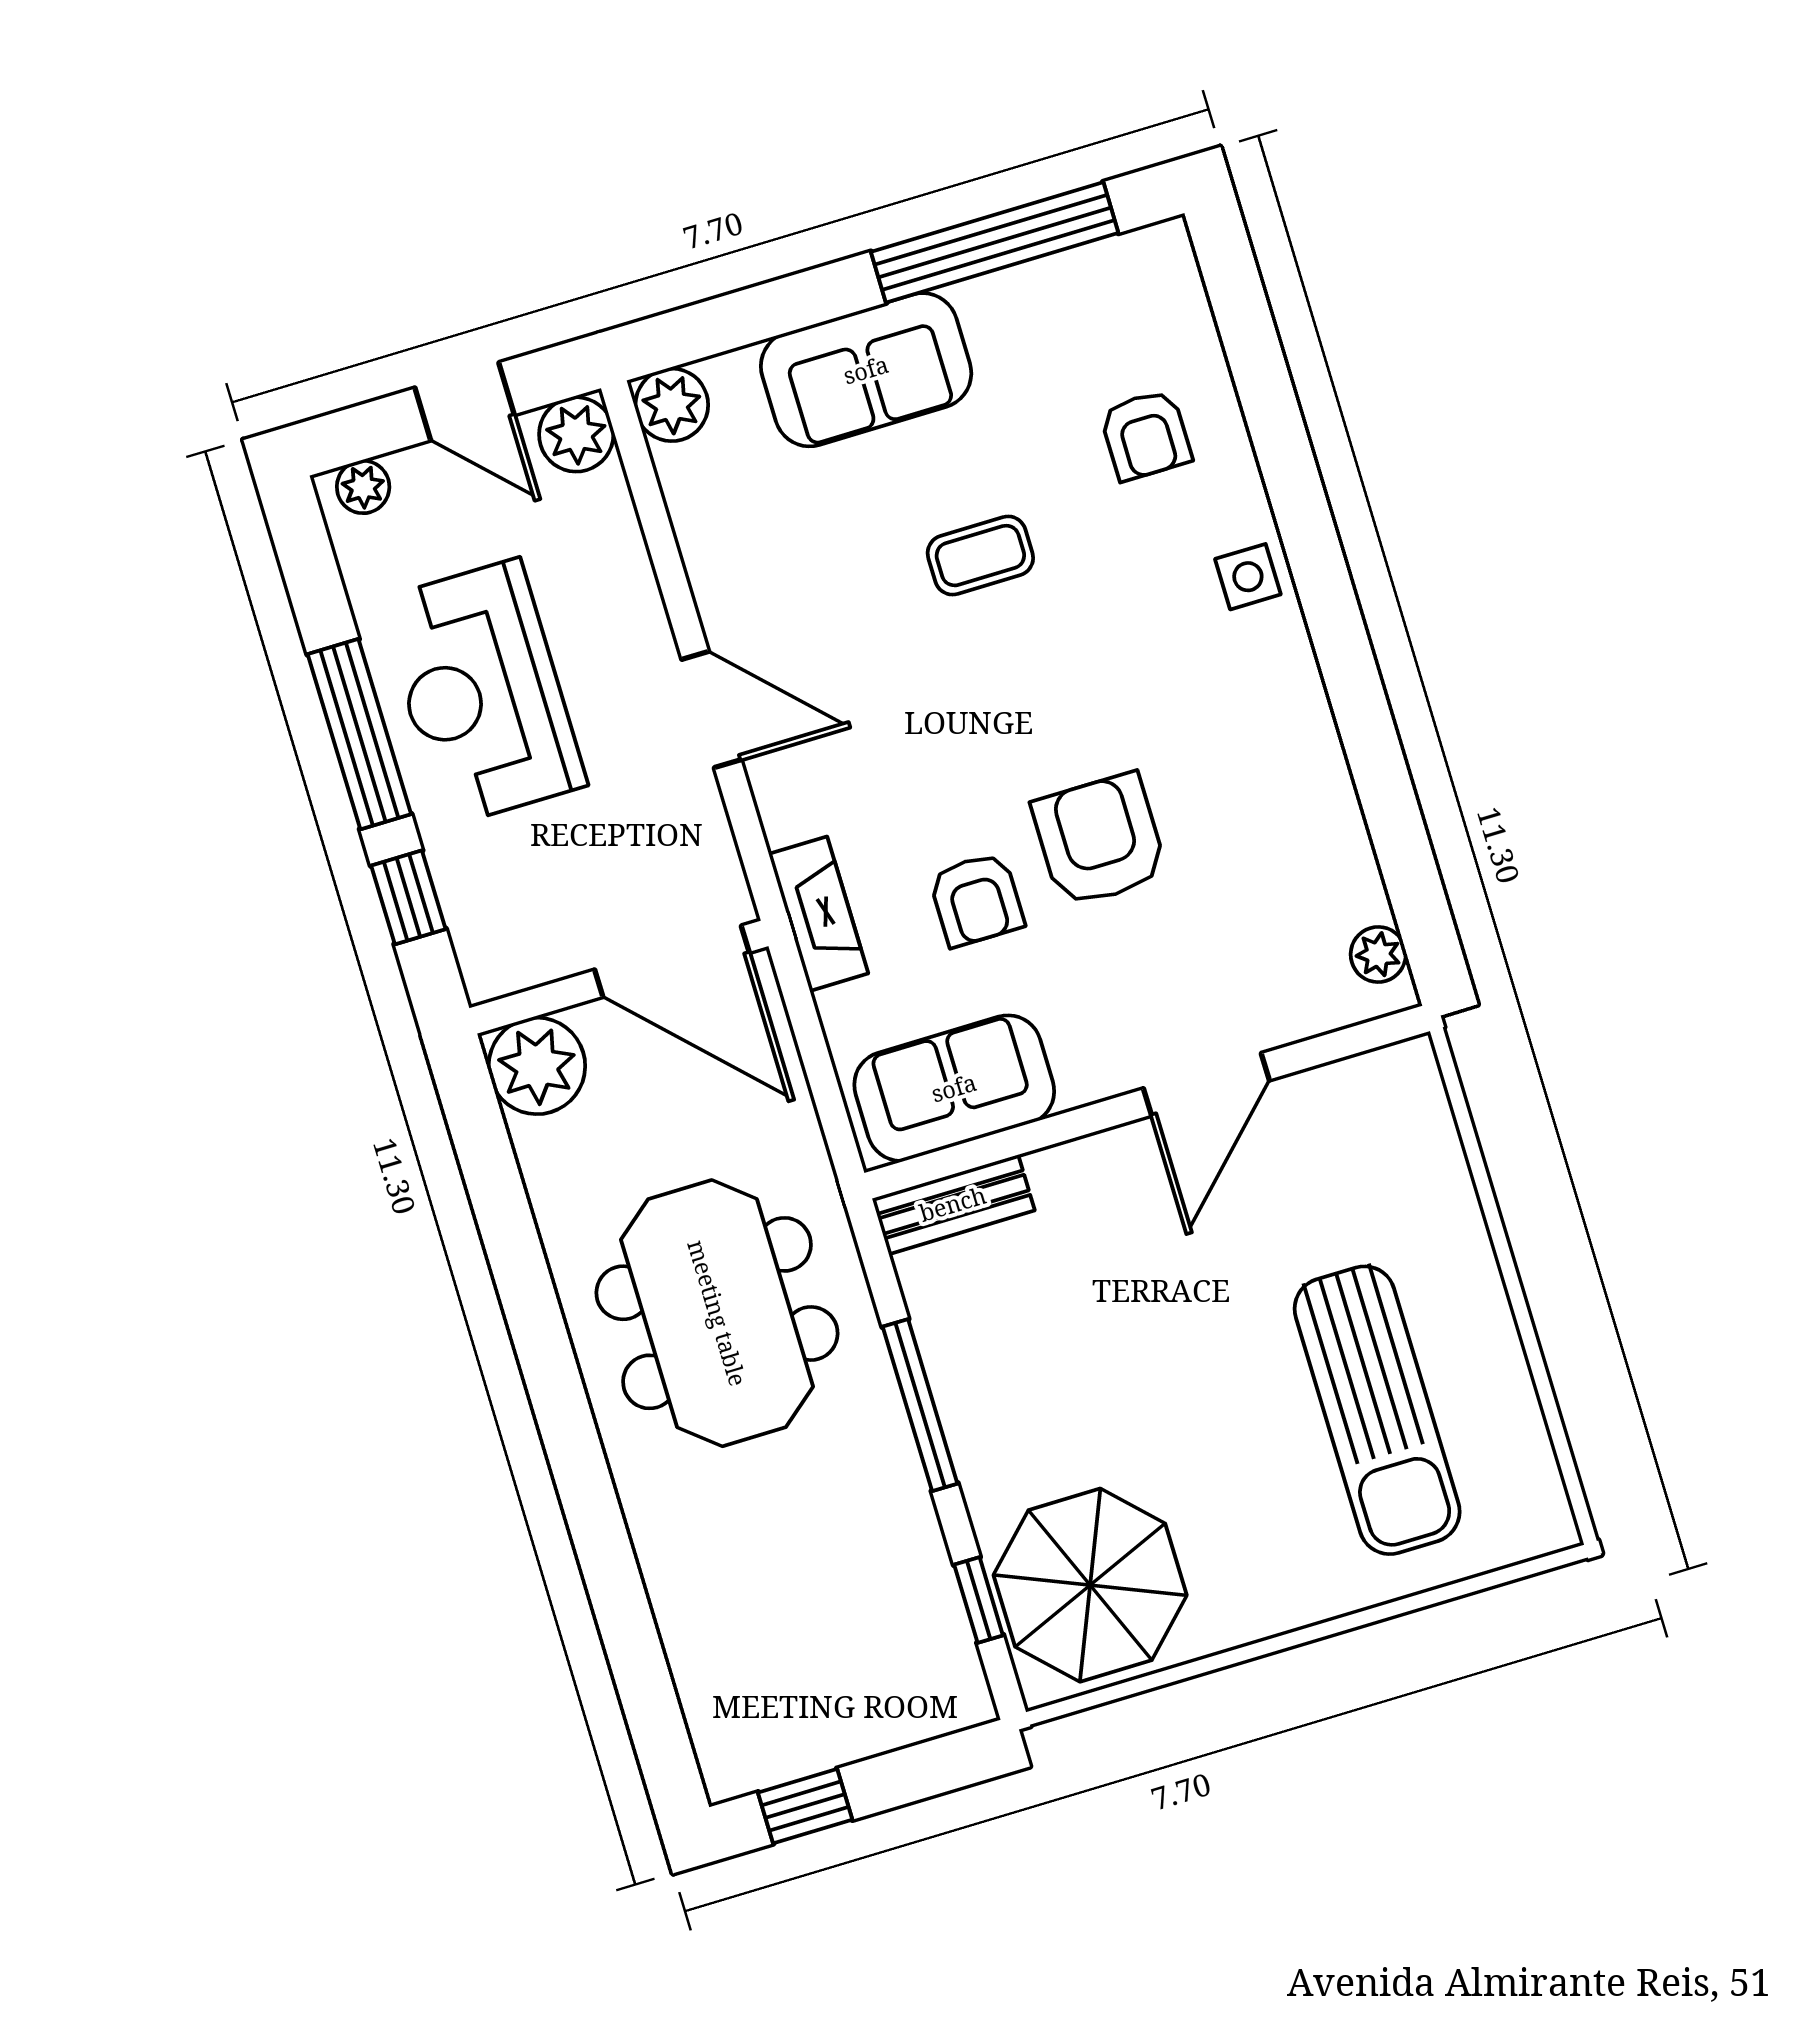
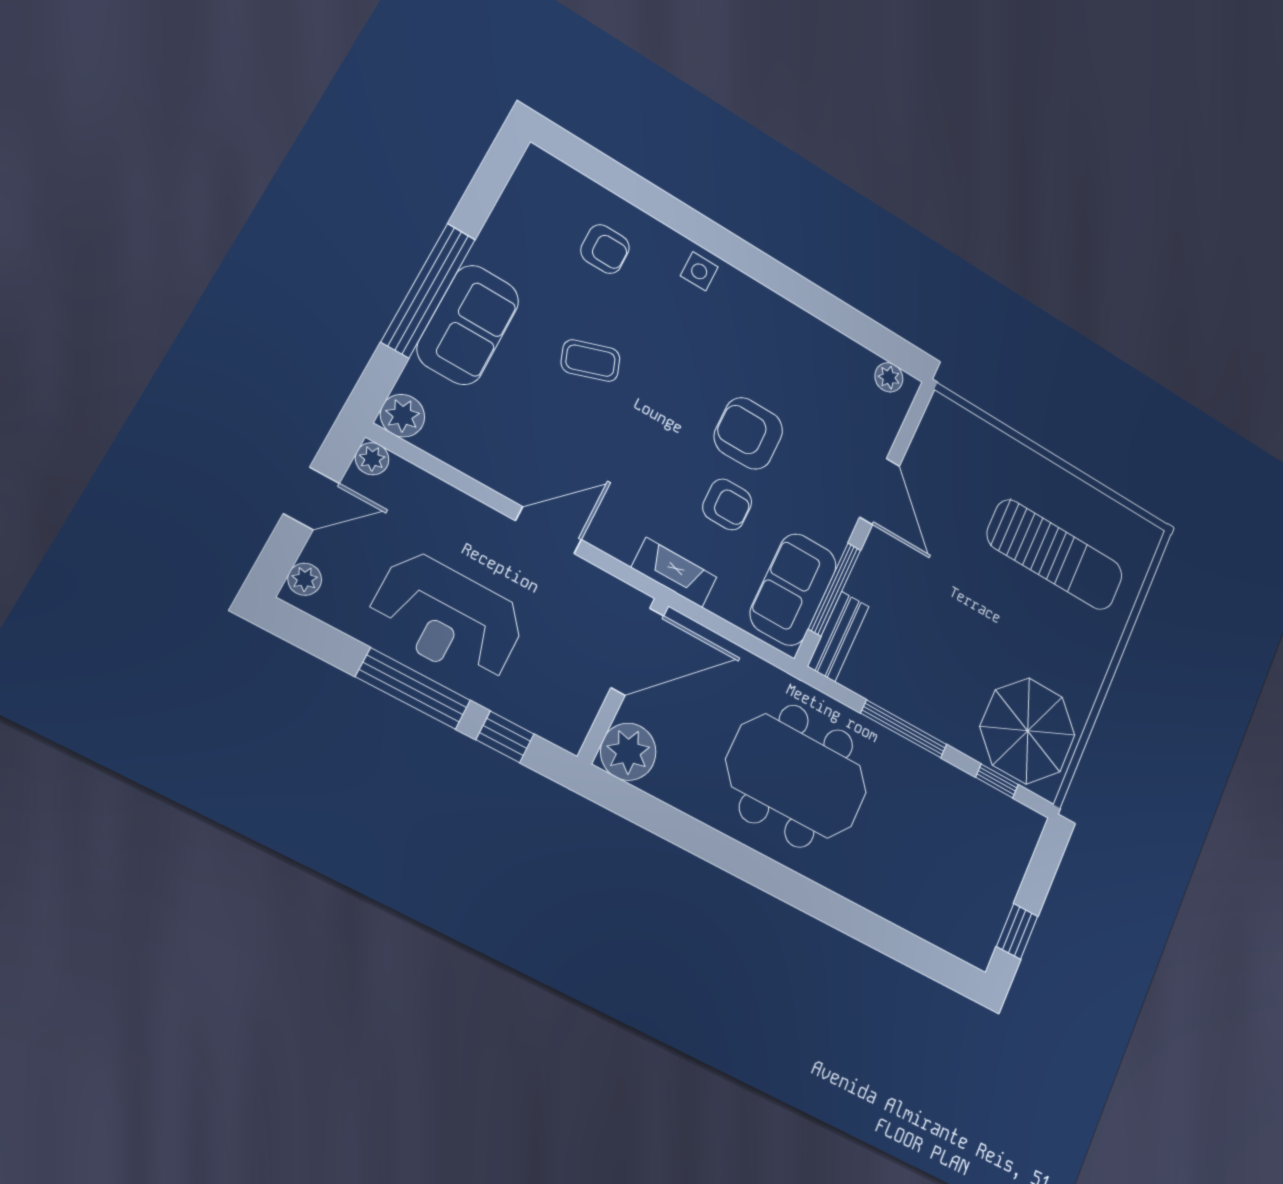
window: (995, 242) -> (428, 290), moved
plant: (576, 434) -> (372, 459), width x0.73, depth x0.73
coffee table: (980, 556) -> (590, 361), turned 71
window: (1011, 1143) -> (835, 589), added

